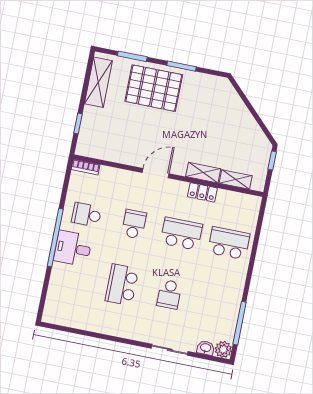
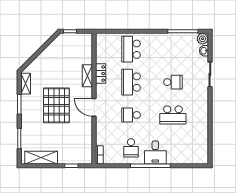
pallet: (154, 88) -> (56, 105), moved
shelving: (236, 180) -> (26, 84), moved

